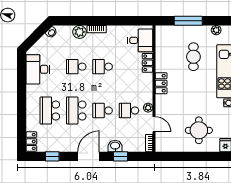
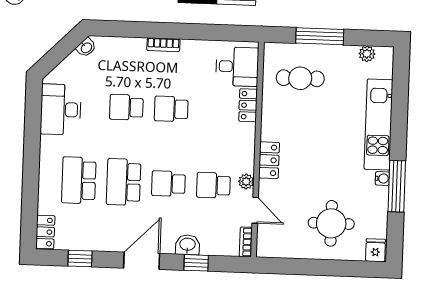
plant: (79, 32) -> (134, 48), removed
cafe table: (193, 57) -> (300, 78), moved, turned 90
locker: (161, 83) -> (269, 160), moved

